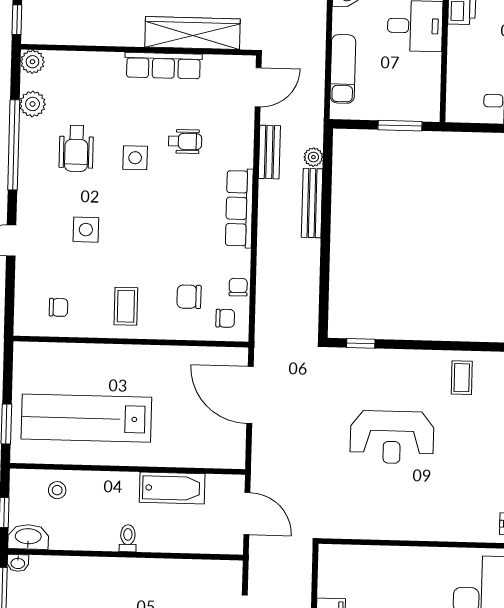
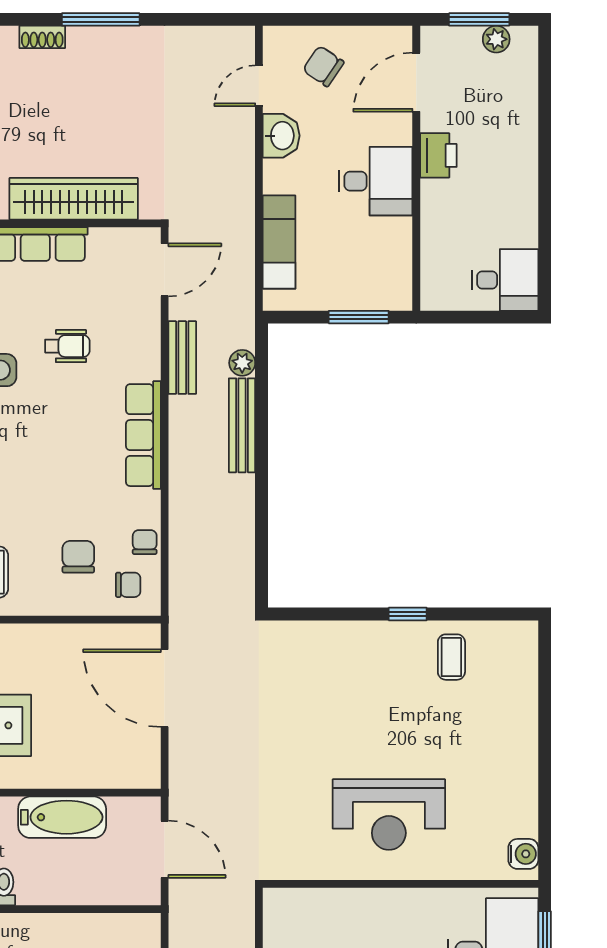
chair: (189, 297) -> (78, 557), turned 90
window: (361, 343) -> (408, 614), moved
reception desk: (392, 437) -> (389, 815), moved

